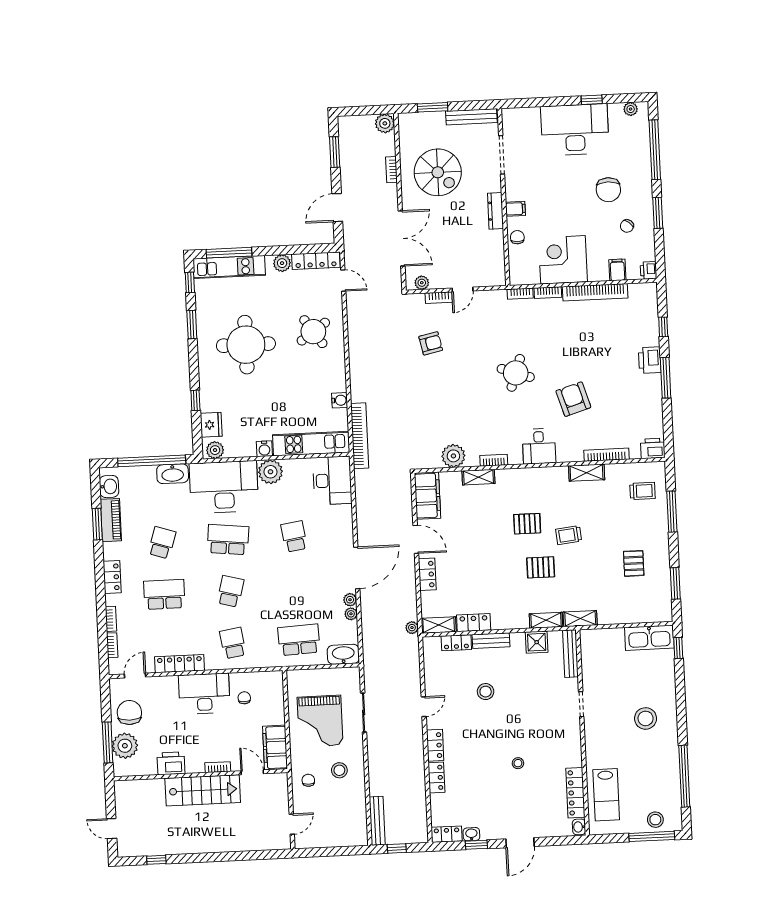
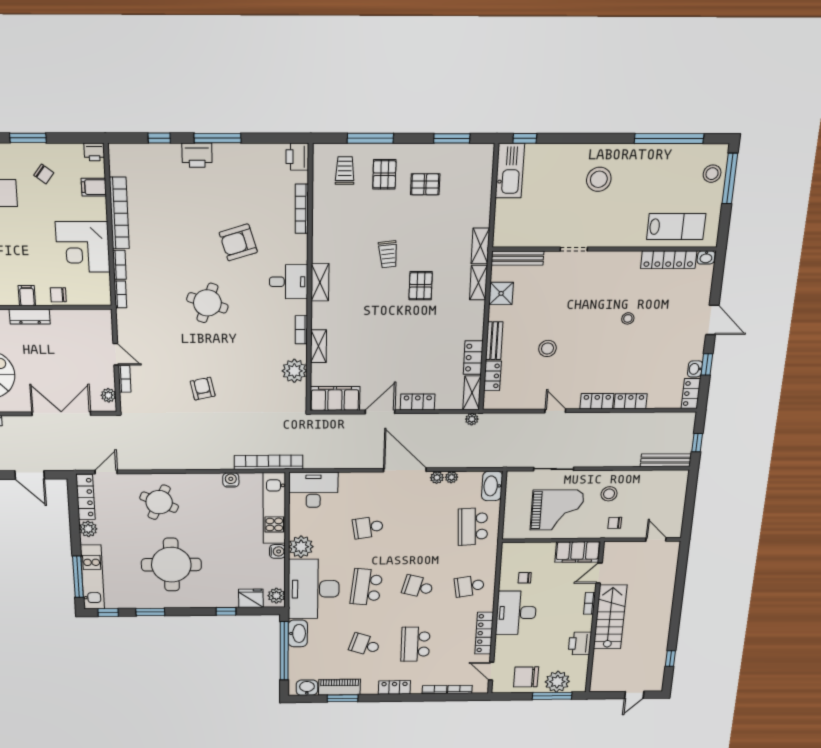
round table: (313, 332) -> (159, 502), turned -31
armchair: (431, 343) -> (203, 389), moved
shelving: (587, 473) -> (320, 282), moved
pallet: (527, 524) -> (384, 174), moved

